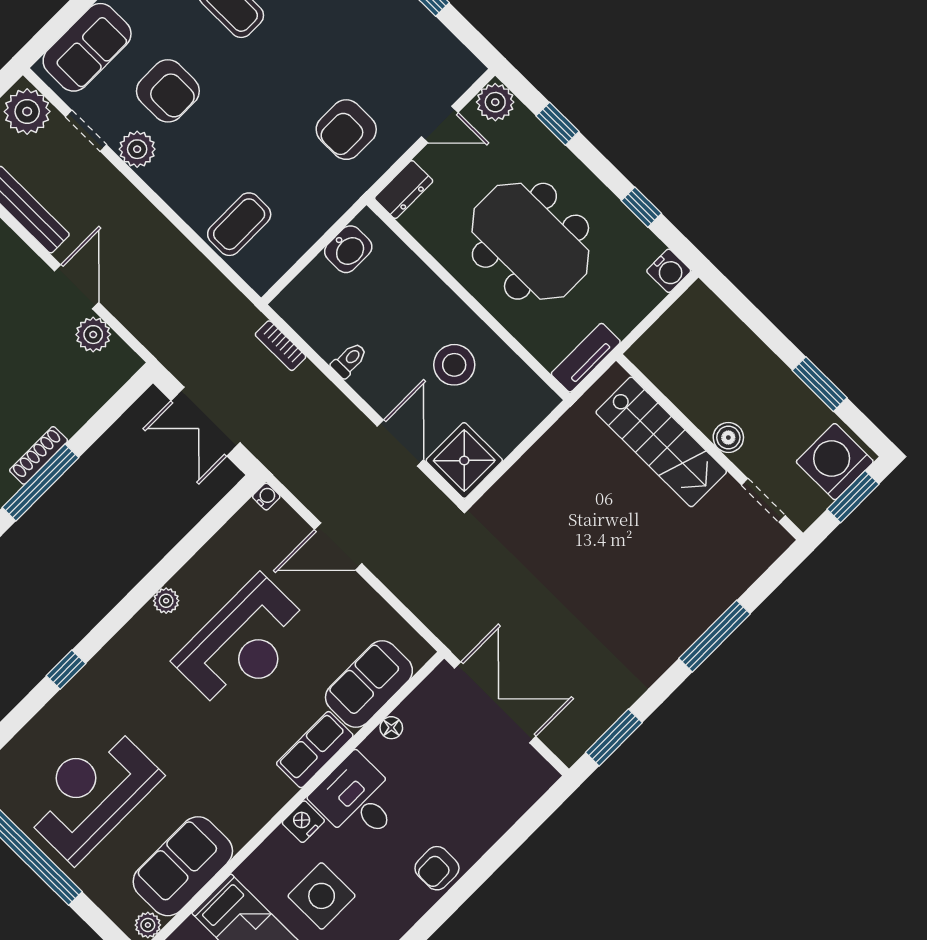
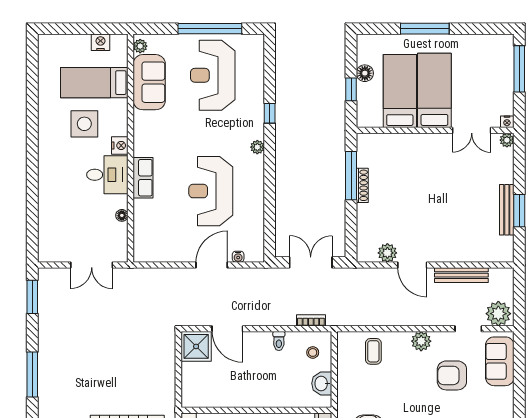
plant: (137, 149) -> (421, 341), moved
coffee table: (239, 224) -> (373, 351), width x0.73, depth x0.77
stool: (454, 365) -> (313, 352), moved, width x0.53, depth x0.53
water cooler: (266, 497) -> (238, 257), moved
plant: (166, 601) -> (257, 147), moved
sofa: (369, 684) -> (147, 224), removed
double door: (495, 702) -> (92, 265), width x0.73
reception desk: (91, 793) -> (213, 75), turned 180
armchair: (437, 868) -> (50, 179), removed

